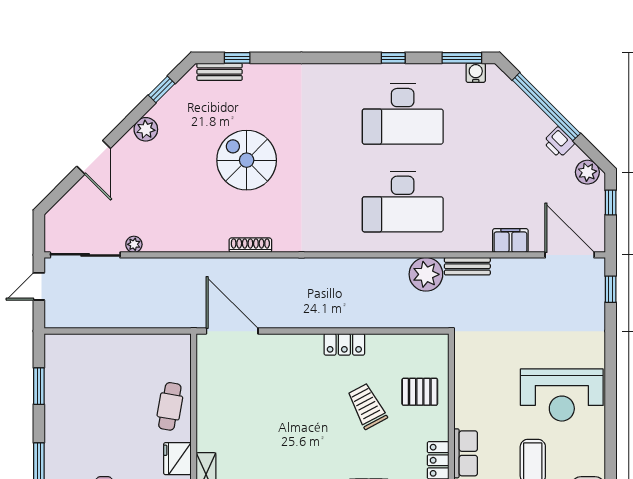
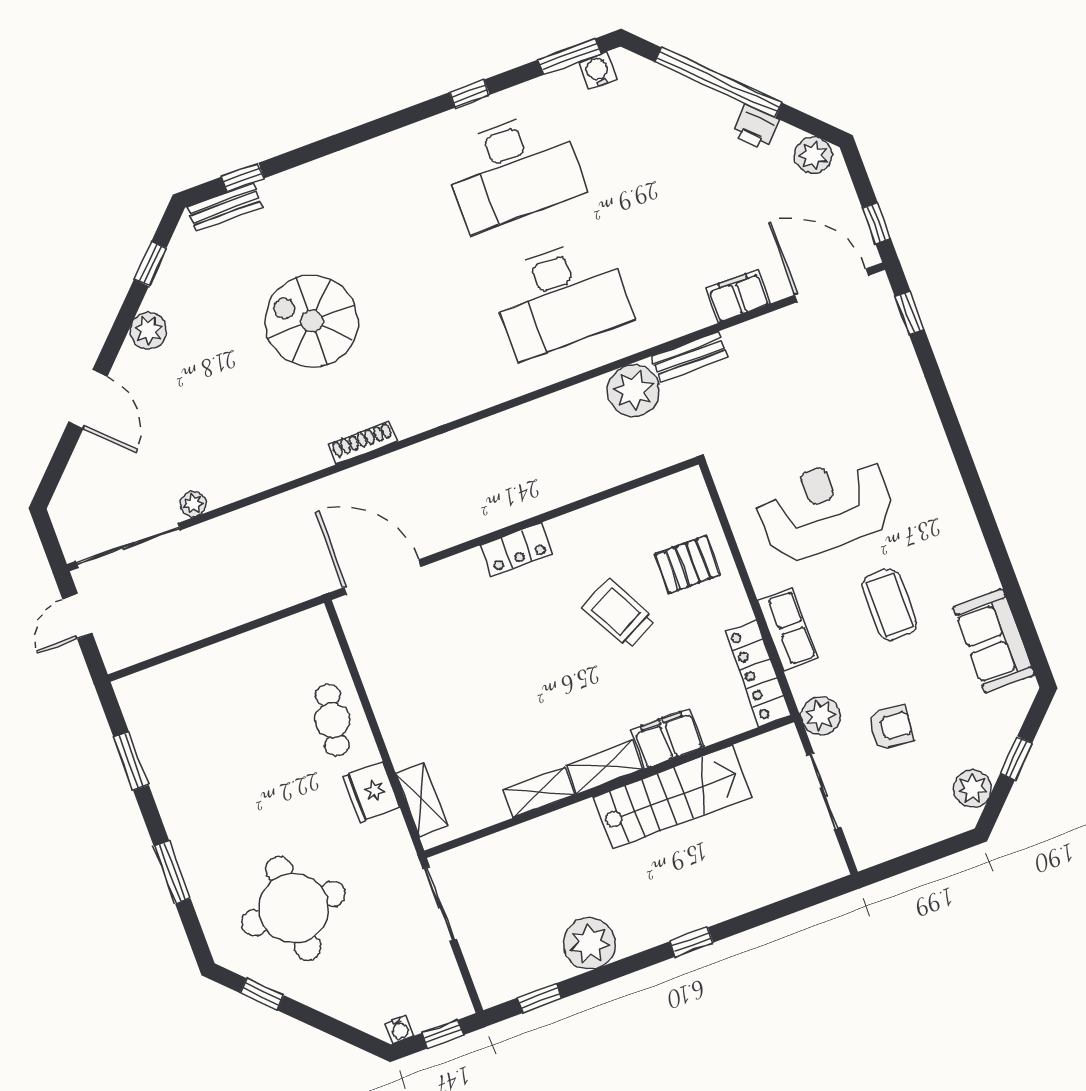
window: (611, 203) -> (876, 223), moved
locker: (344, 344) -> (517, 549), moved
reception desk: (562, 395) -> (825, 508), moved, turned 180

